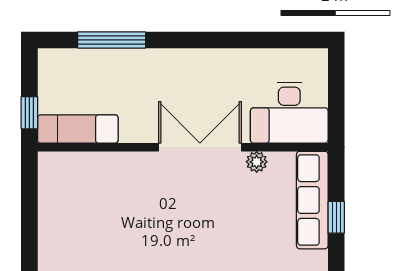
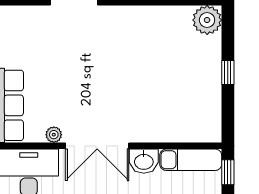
washbasin: (139, 127) -> (144, 161), added
window: (29, 243) -> (228, 73), added

